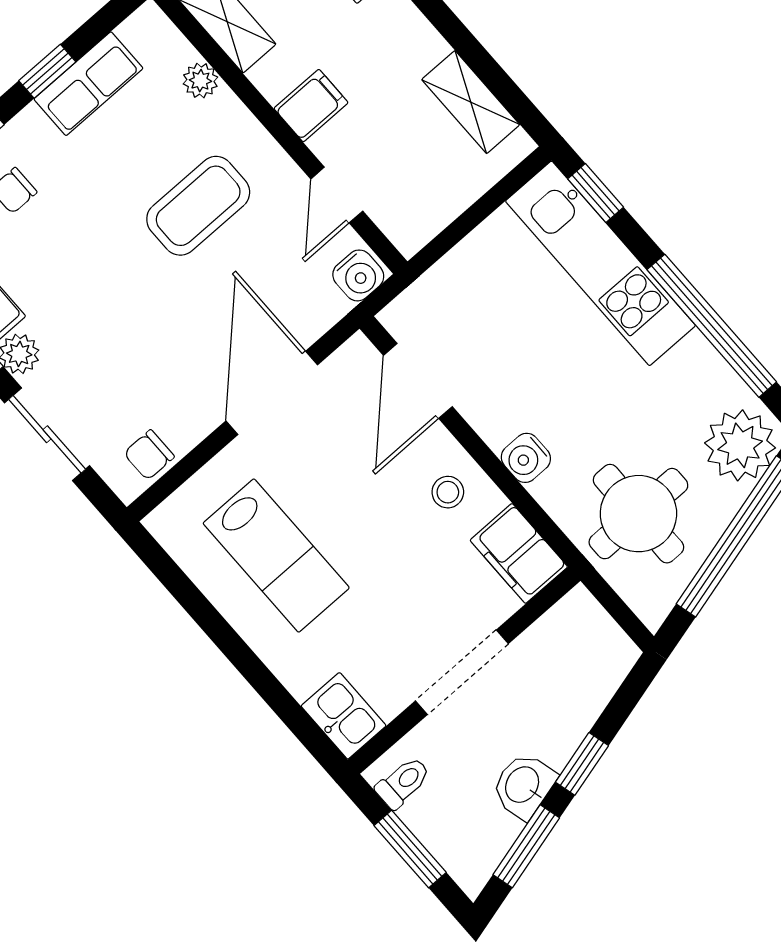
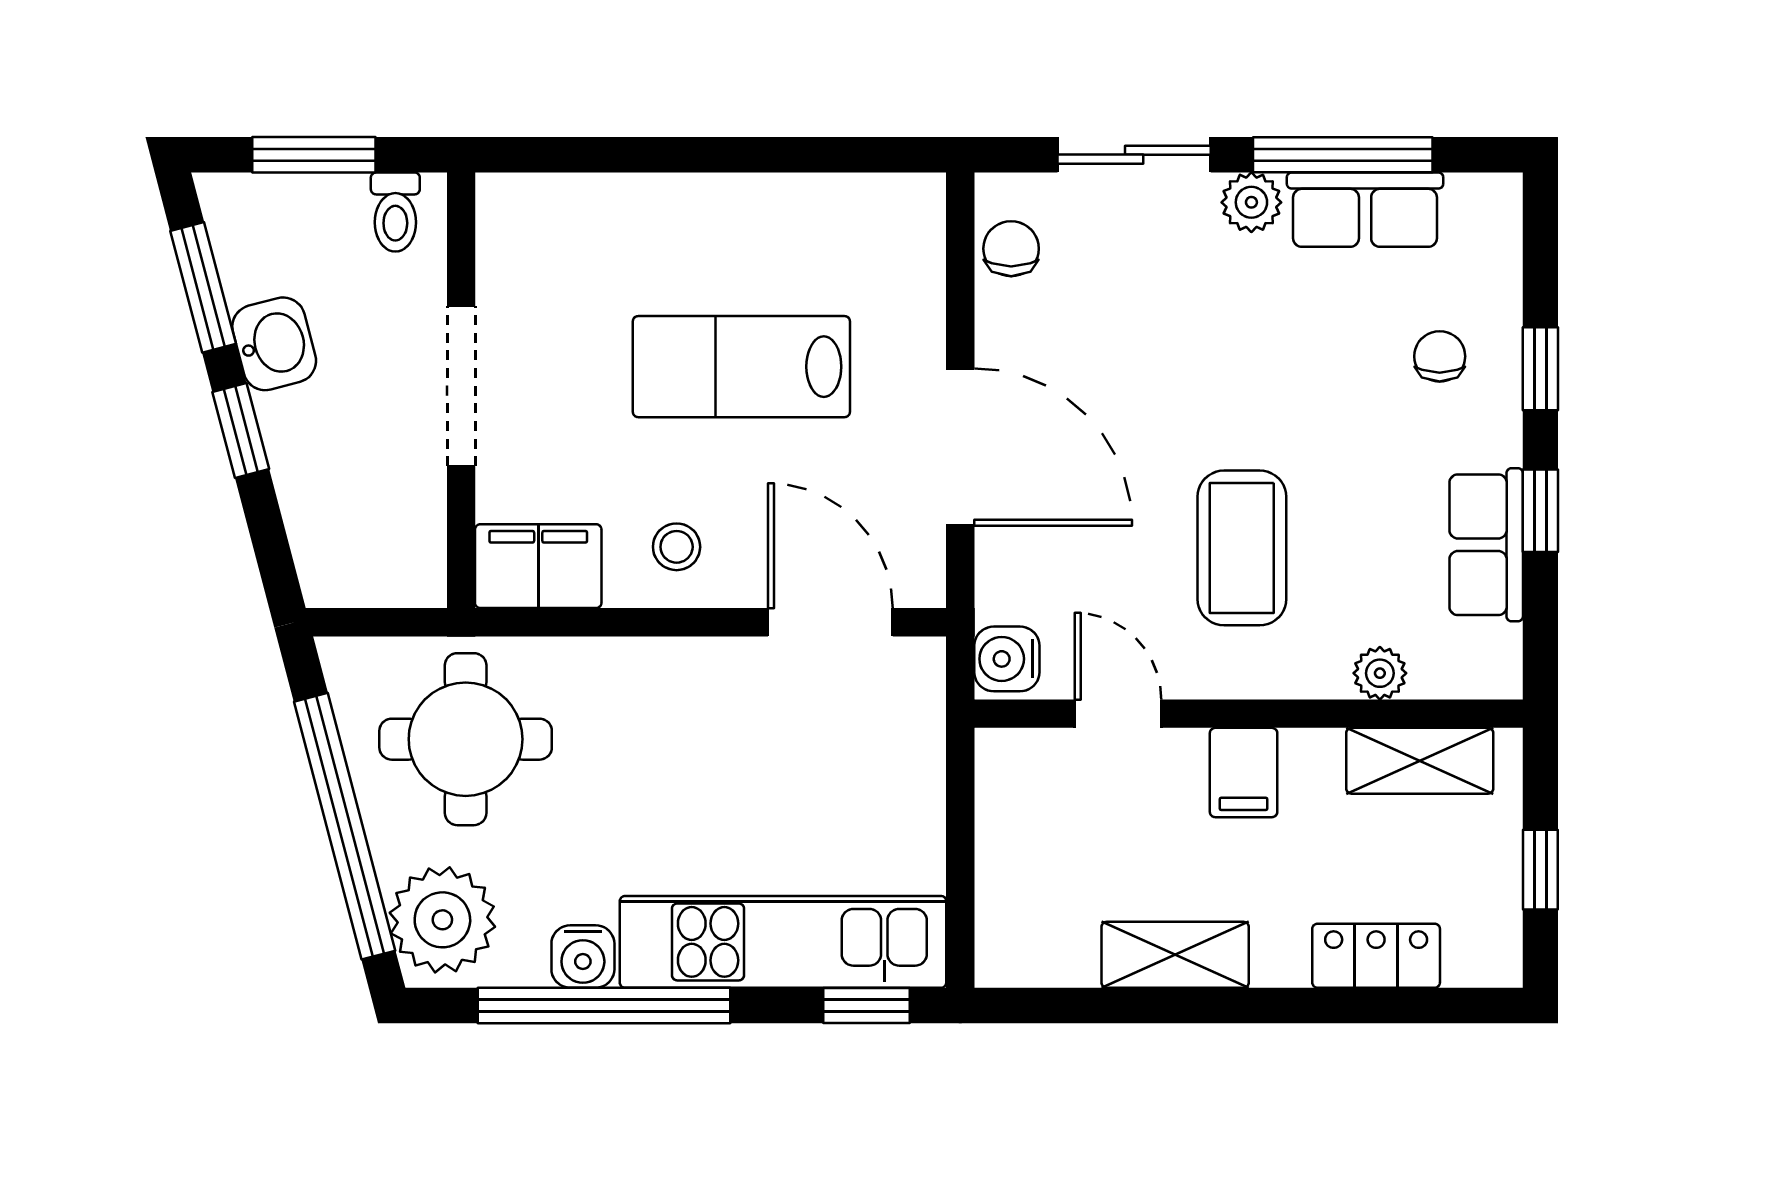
shelving: (471, 102) -> (1175, 955), moved
water cooler: (526, 458) -> (583, 956), moved, turned 180
lab bench: (276, 556) -> (741, 367), moved
kitchen sink: (344, 716) -> (528, 211), removed

